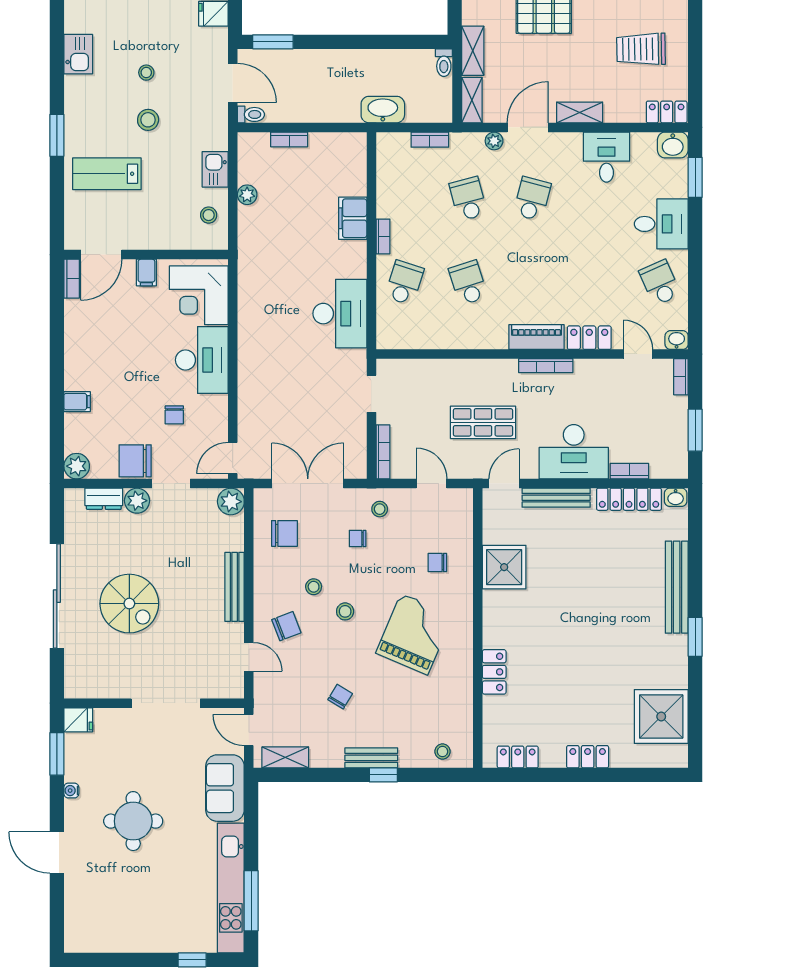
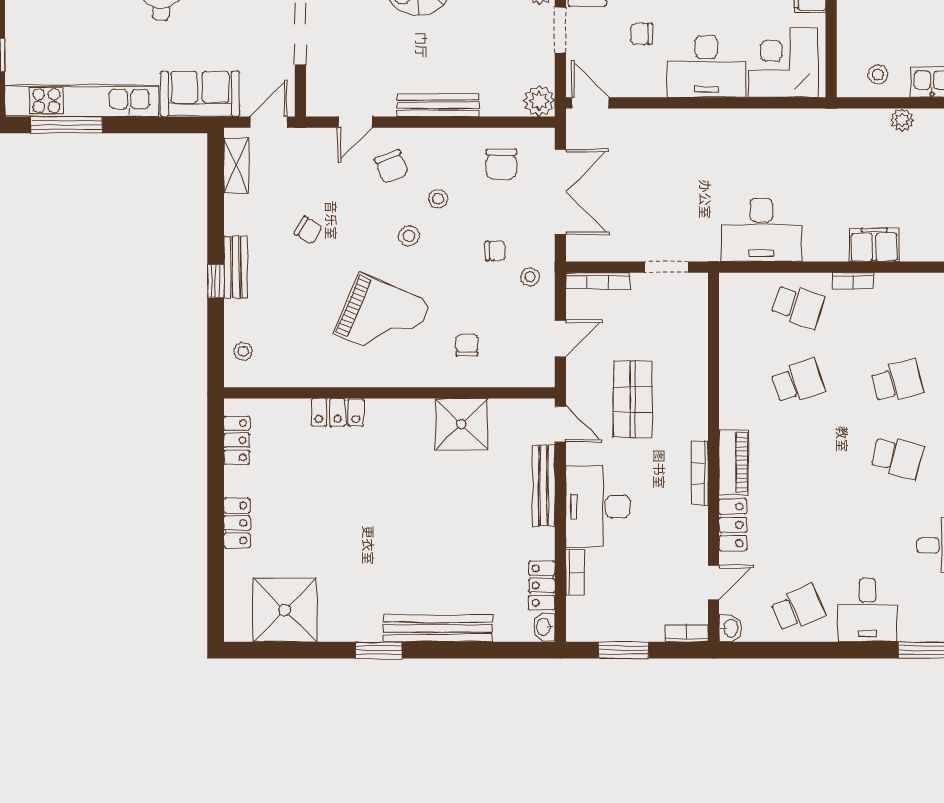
locker: (629, 499) -> (542, 586), width x0.66
chair: (358, 539) -> (495, 251), turned 90

